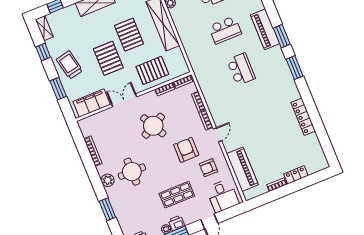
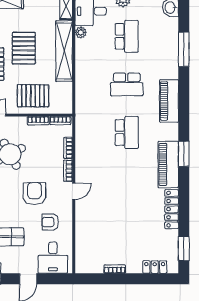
window: (282, 36) -> (184, 249), moved
piano: (242, 169) -> (168, 164), moved, turned 180
locker: (296, 175) -> (155, 267), moved

